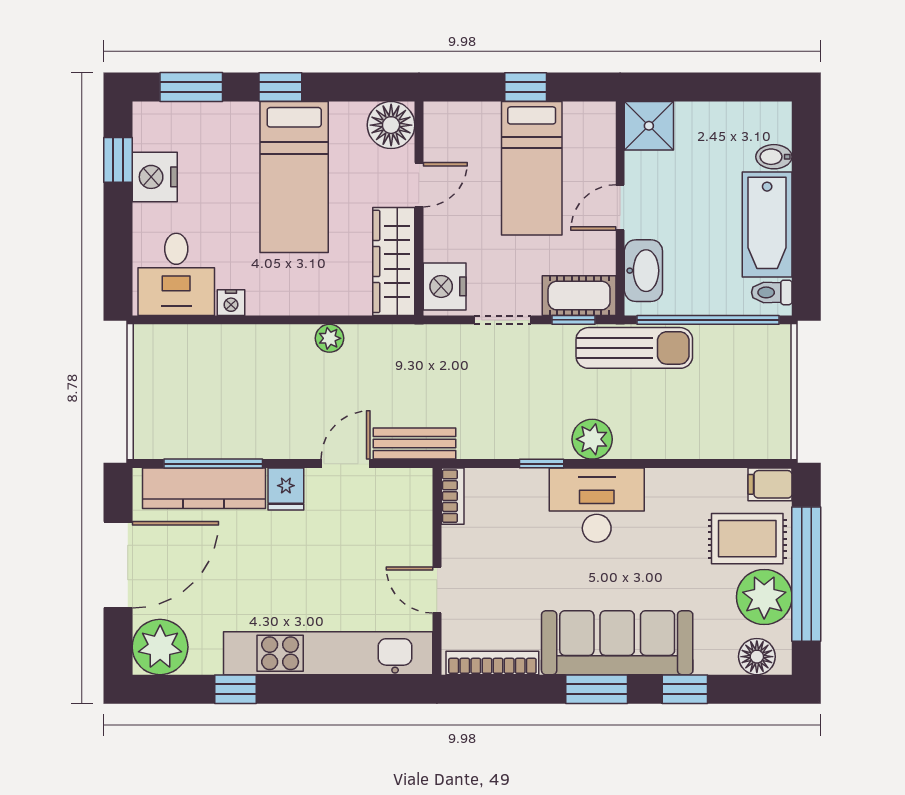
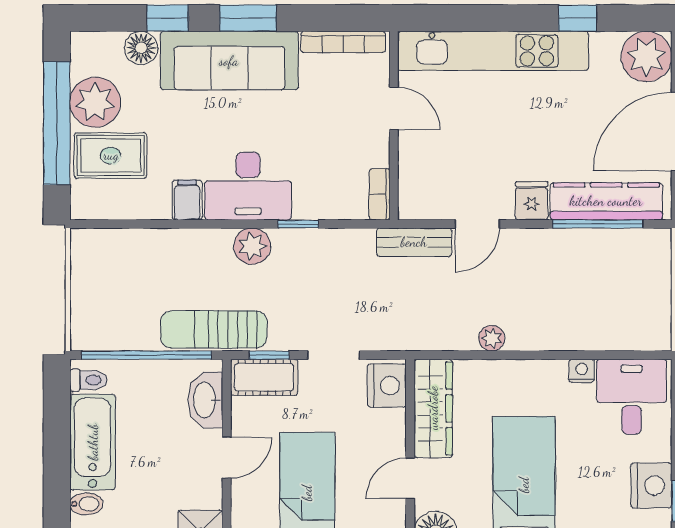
filing cabinet: (770, 484) -> (187, 200), moved, turned -90
floor lamp: (757, 657) -> (141, 48), moved

